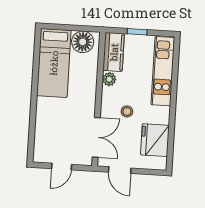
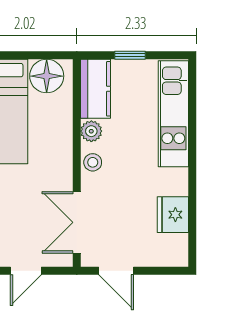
stool: (127, 111) -> (93, 162), moved
double door: (96, 137) -> (77, 222), swing flipped
fridge: (155, 140) -> (173, 215), width x0.73, depth x0.75

